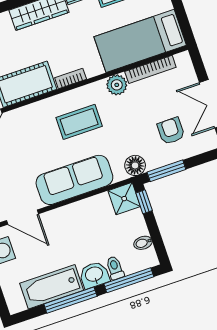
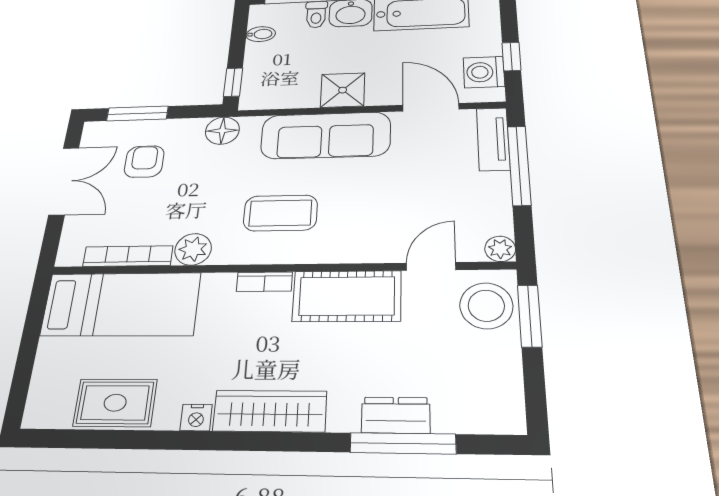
armchair: (171, 131) -> (144, 162), turned 180
window: (166, 171) -> (137, 113), moved
shower: (124, 199) -> (343, 90), moved

